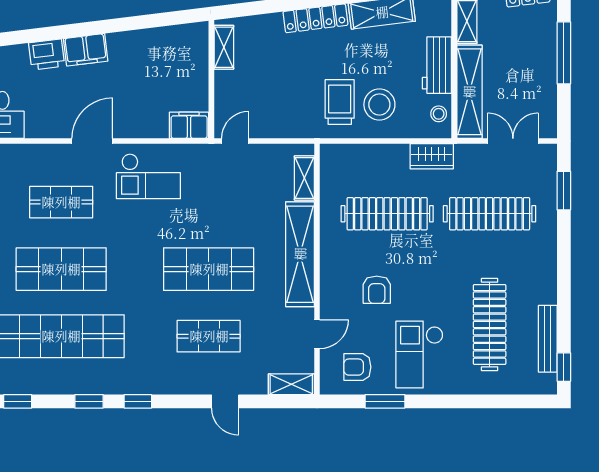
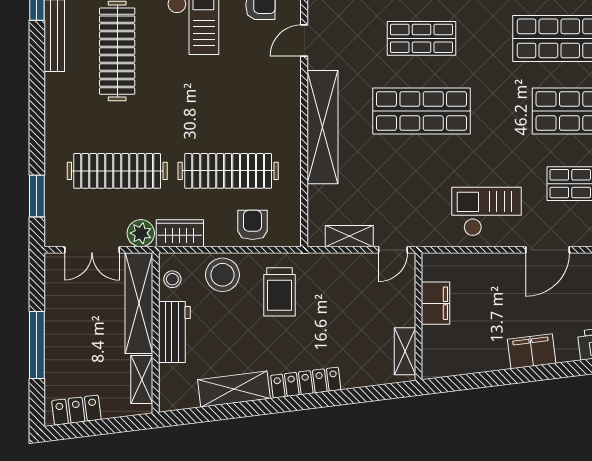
filing cabinet: (86, 50) -> (532, 351), moved
stool: (379, 105) -> (222, 275), moved
filing cabinet: (189, 125) -> (436, 303), moved, turned -90
plant: (468, 156) -> (141, 233), added
shelving: (304, 178) -> (349, 236), moved, turned 90
armchair: (377, 290) -> (253, 225), moved

